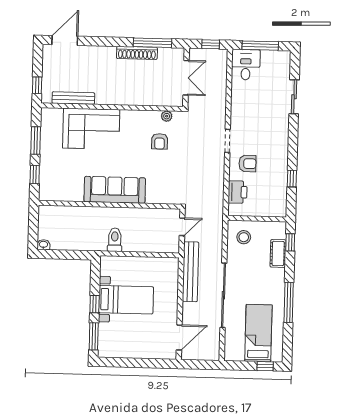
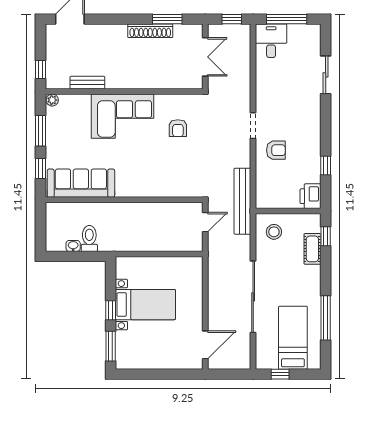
window: (152, 43) -> (167, 19), width x0.69
bench: (73, 98) -> (87, 83), width x0.73
plant: (167, 116) -> (52, 100), moved
corner sofa: (91, 129) -> (122, 116), moved
sofa: (115, 190) -> (81, 183), moved
printer: (238, 192) -> (310, 196), moved, turned 180
toilet: (115, 240) -> (89, 238), moved
washbasin: (43, 245) -> (73, 246), moved
bench: (191, 272) -> (242, 201), moved
window: (289, 302) -> (326, 318), moved
window: (265, 366) -> (280, 374), moved

